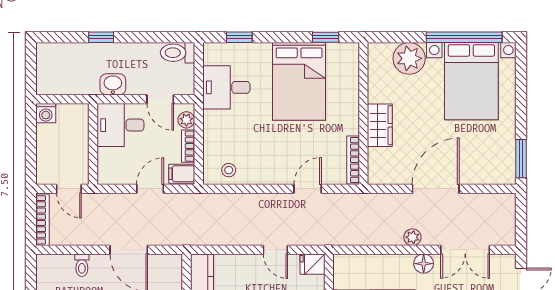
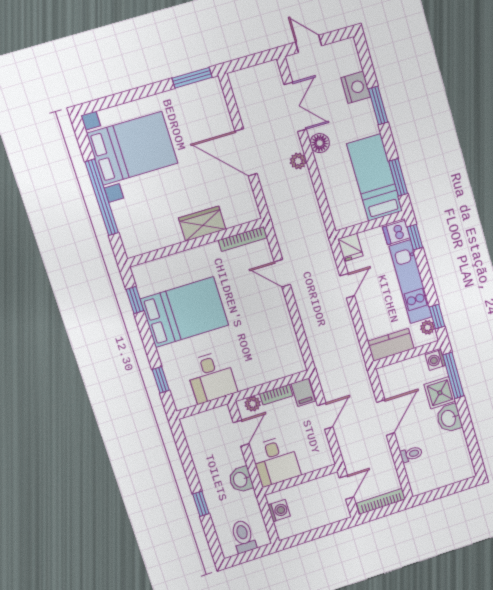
window: (464, 37) -> (102, 197), moved
toilet: (178, 53) -> (243, 536), moved, turned 180
plant: (409, 58) -> (130, 215), removed
washing machine: (46, 113) -> (279, 511), moved
stool: (229, 170) -> (287, 351), removed
door: (150, 189) -> (325, 416), swing flipped

